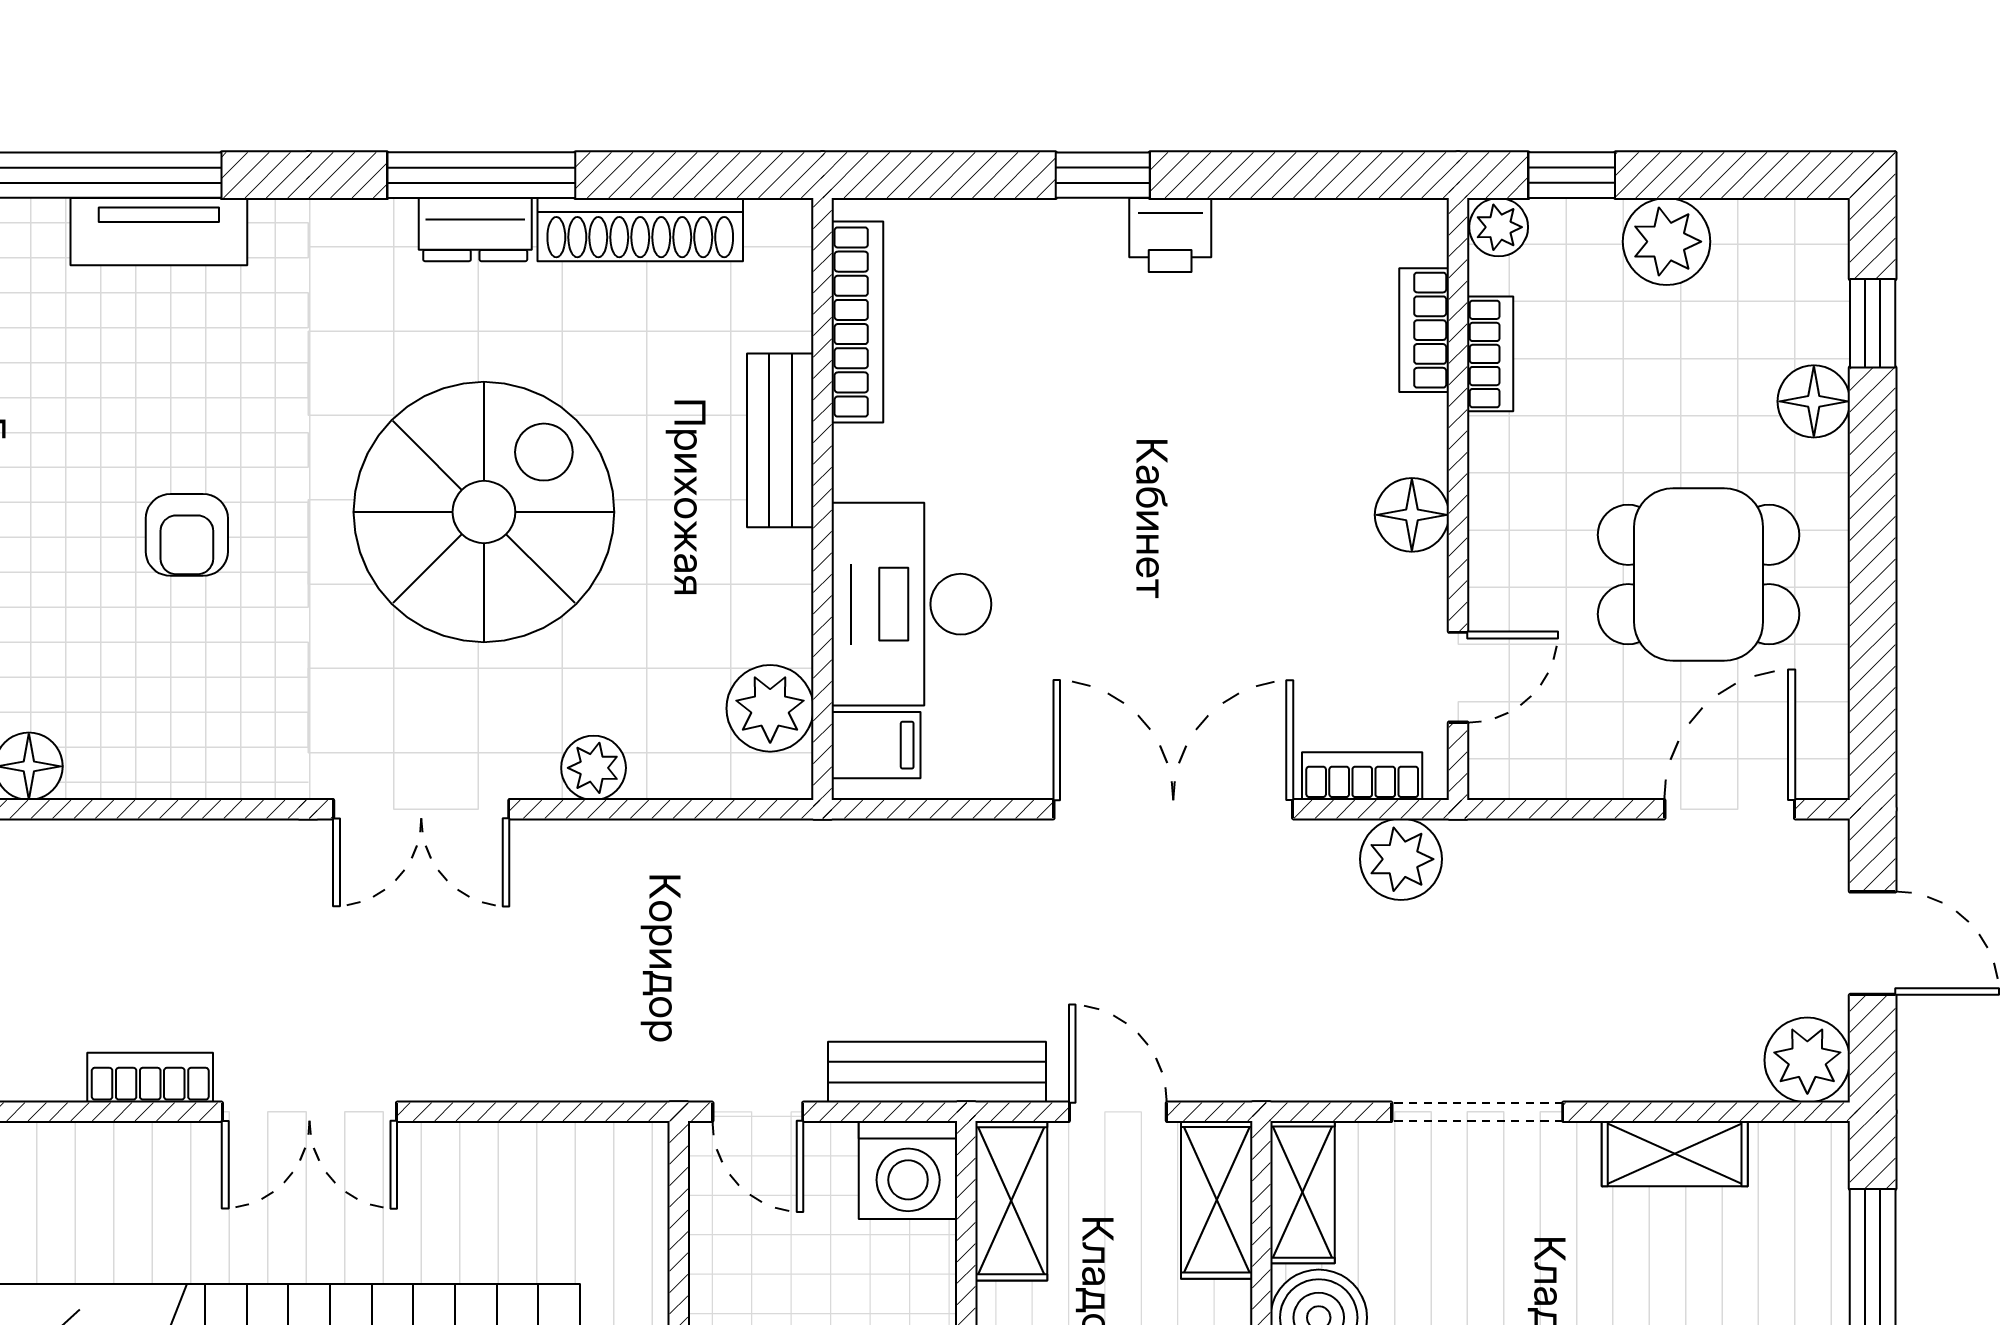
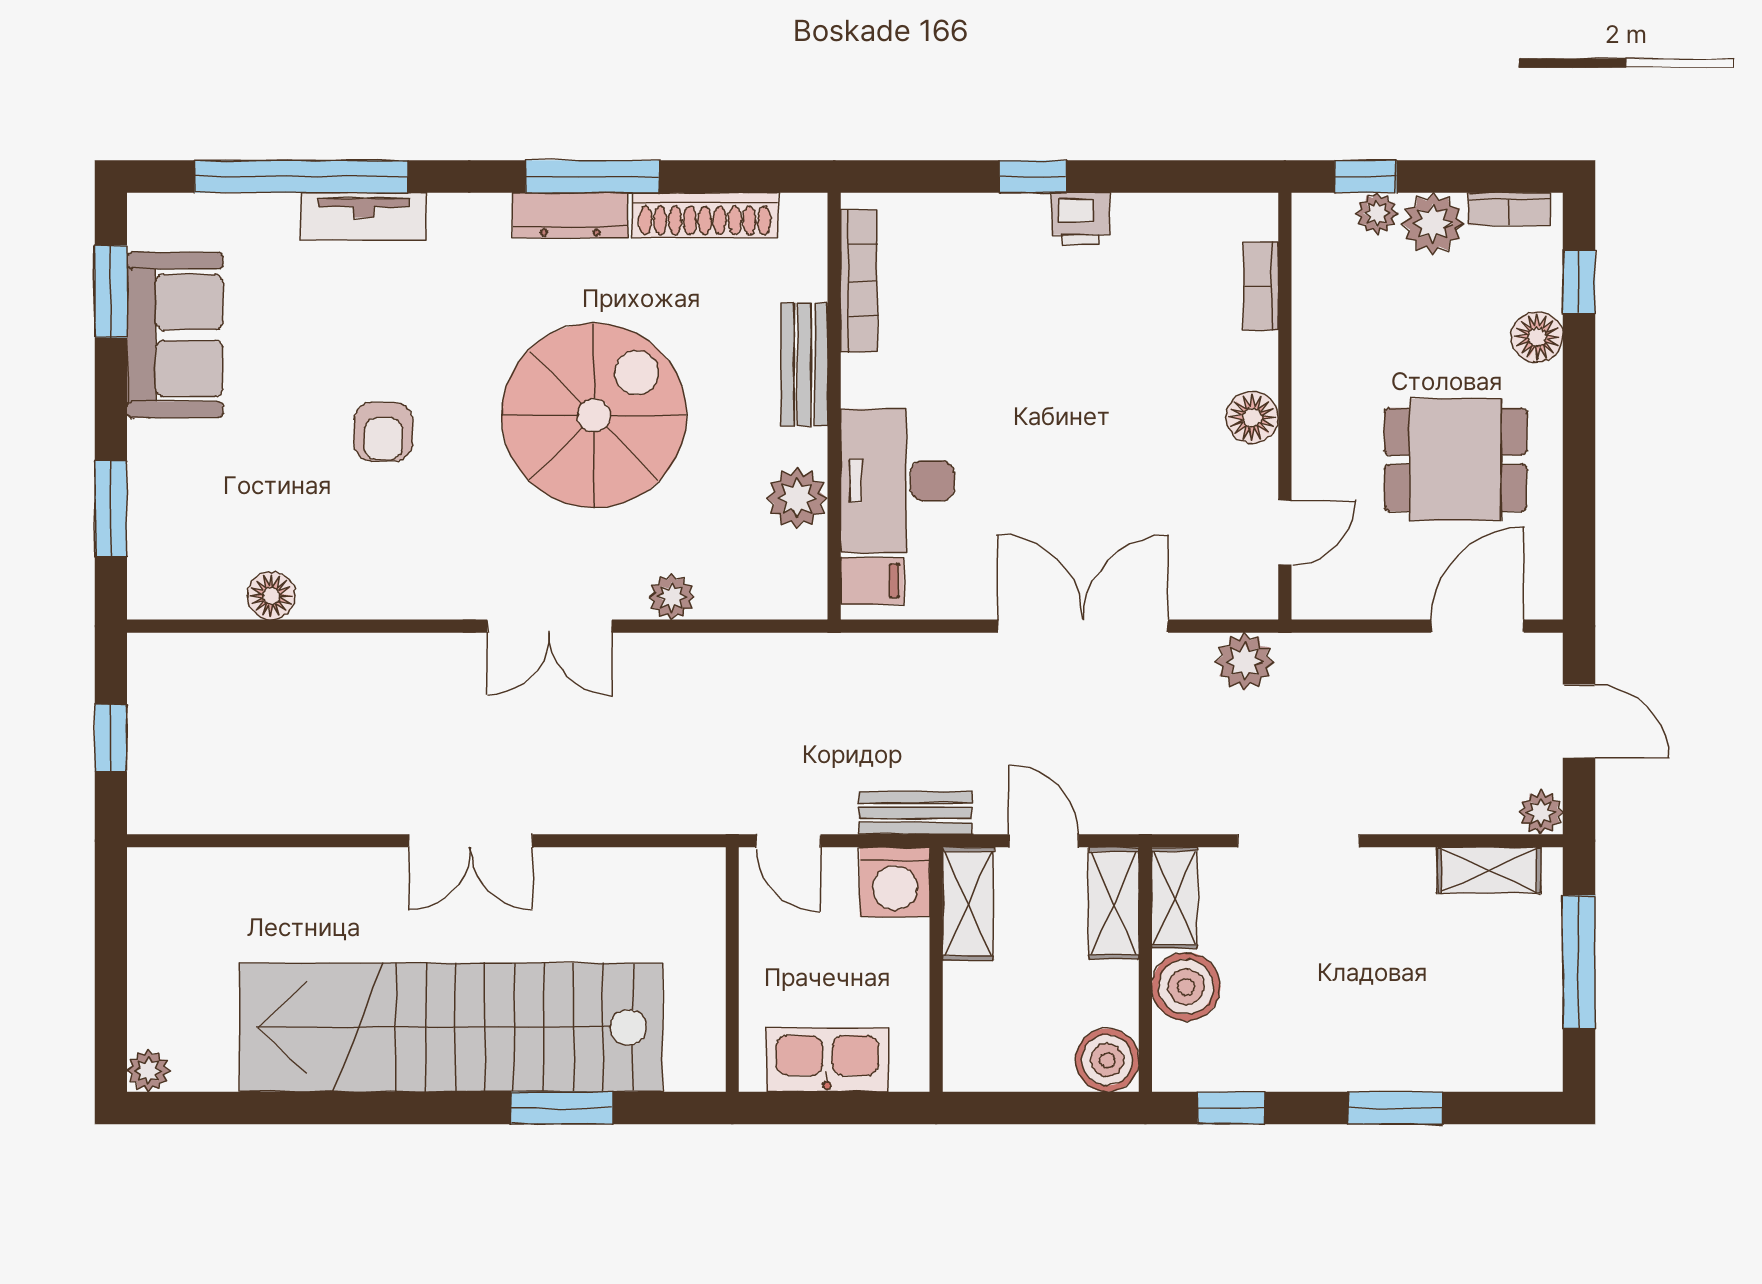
plant: (1499, 227) -> (1377, 213), moved
dresser: (475, 230) -> (570, 215), width x1.44
bookcase: (1490, 354) -> (1509, 209), moved, turned 90
plant: (770, 708) -> (797, 498), moved
bookcase: (1362, 776) -> (1217, 603), removed
plant: (1807, 1060) -> (1541, 812), width x0.73, depth x0.73
bench: (937, 1072) -> (915, 813), width x0.73
bookcase: (150, 1078) -> (357, 817), removed
shelving: (1675, 1154) -> (1489, 870), moved

